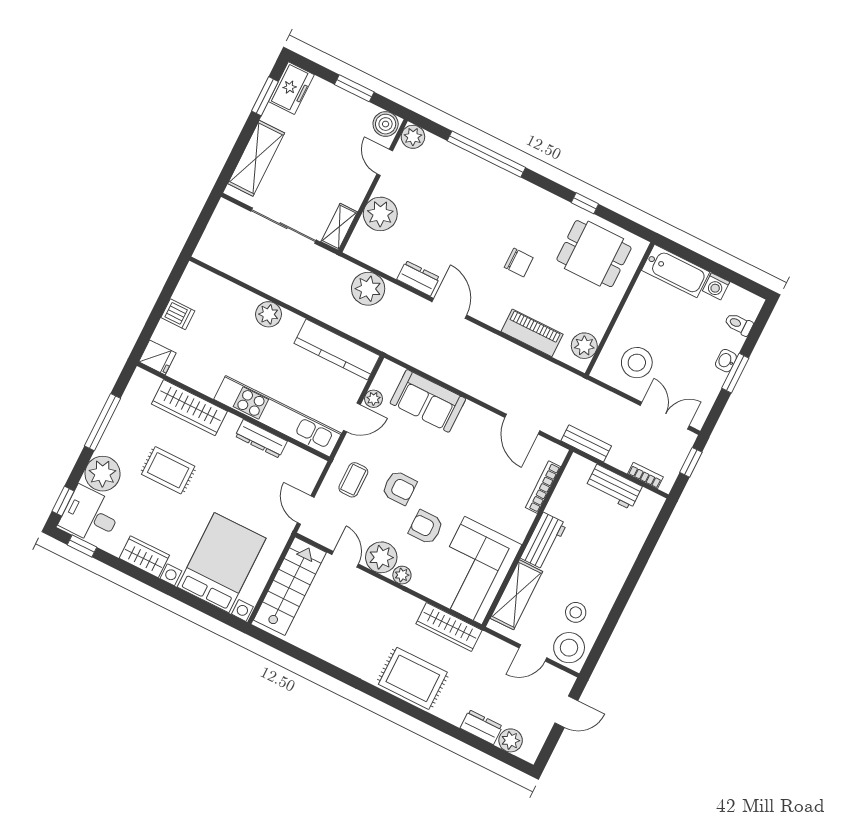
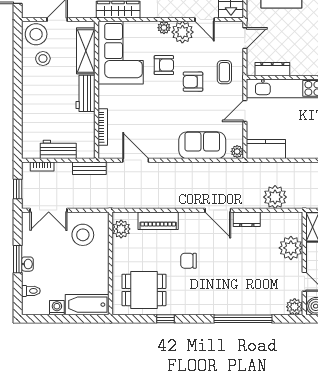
kitchen counter: (337, 349) -> (266, 149), width x0.67
plant: (373, 399) -> (237, 151), moved
dresser: (261, 439) -> (272, 69), moved
door: (306, 510) -> (245, 38), hinge flipped

